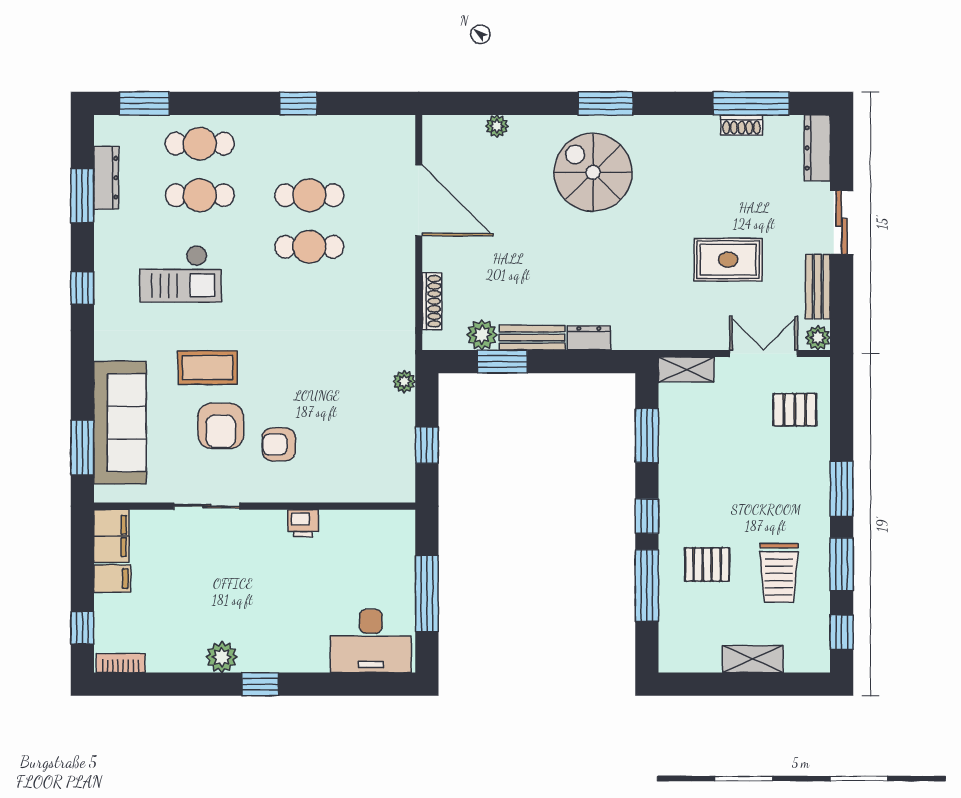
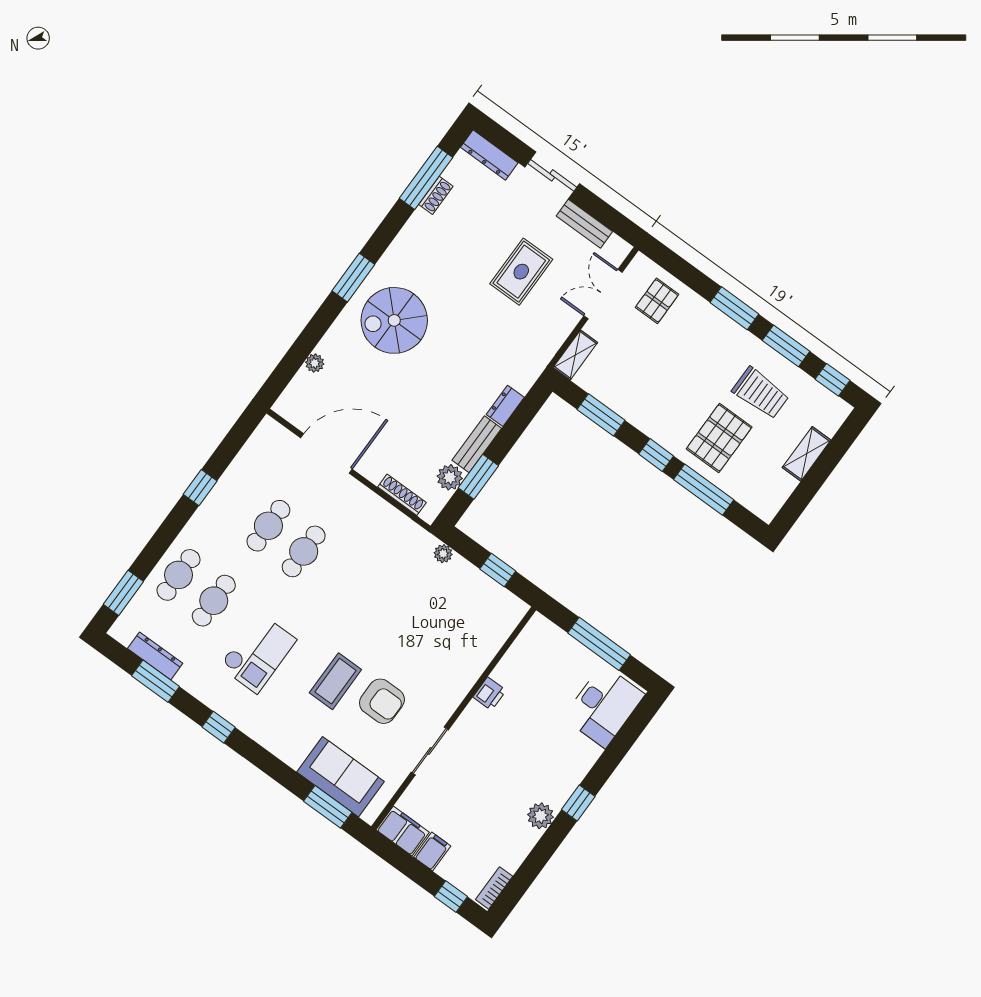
plant: (818, 338) -> (619, 249), removed
sofa: (120, 423) -> (341, 777), width x0.73
armchair: (279, 444) -> (424, 671), removed
pallet: (707, 565) -> (719, 438), width x1.50, depth x1.42

